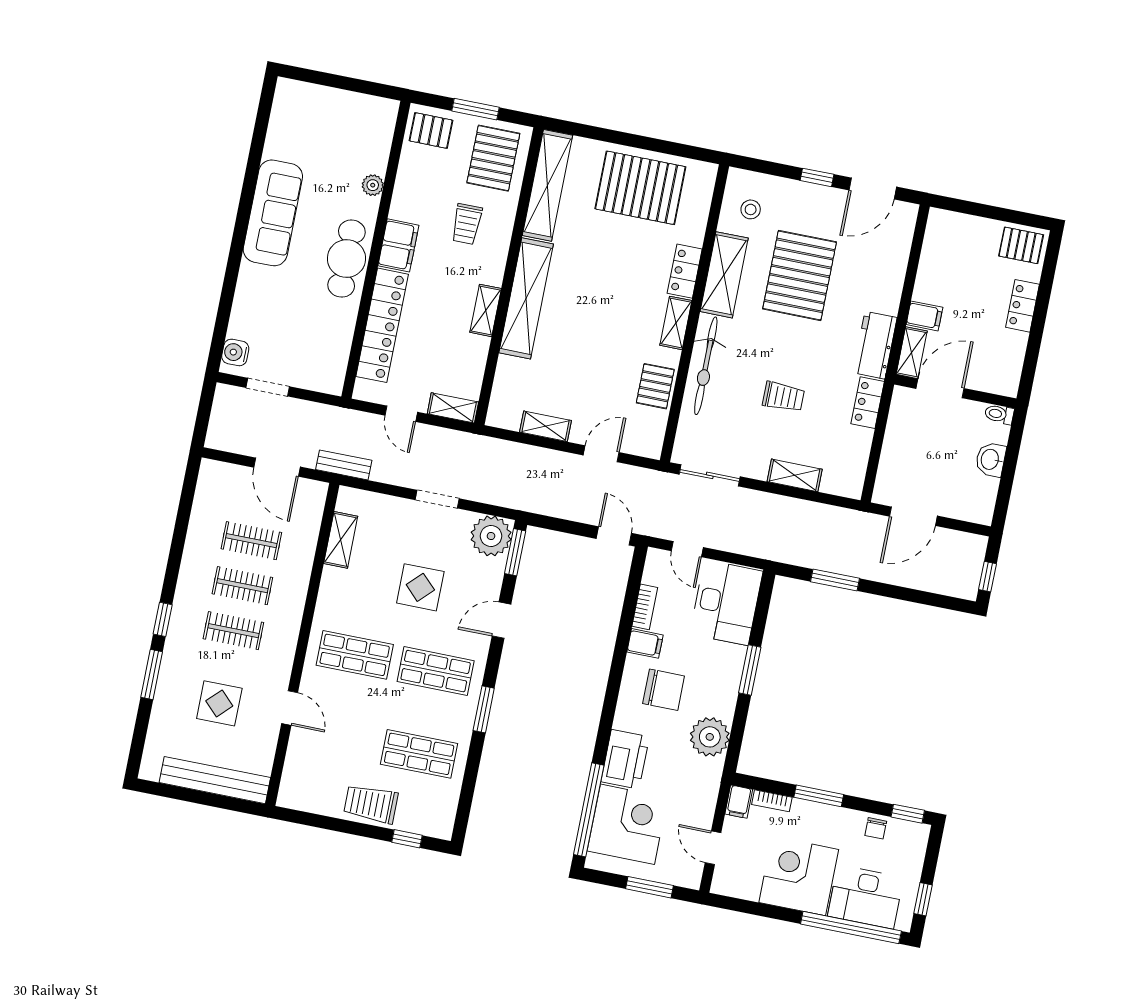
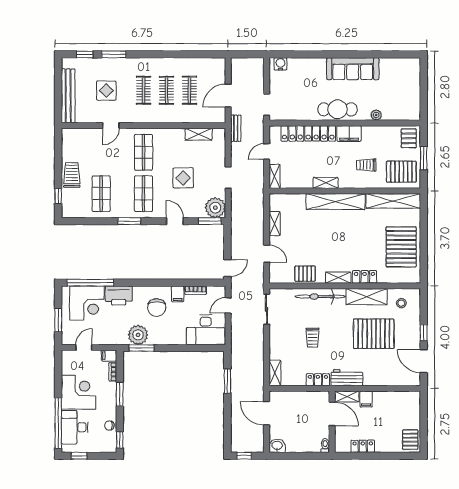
locker: (1022, 306) -> (363, 446), moved
doorway: (268, 387) -> (267, 105), moved
washbasin: (991, 459) -> (277, 446), moved
shelving: (795, 475) -> (275, 373), moved
window: (163, 619) -> (85, 54), moved
window: (750, 670) -> (141, 348), moved

